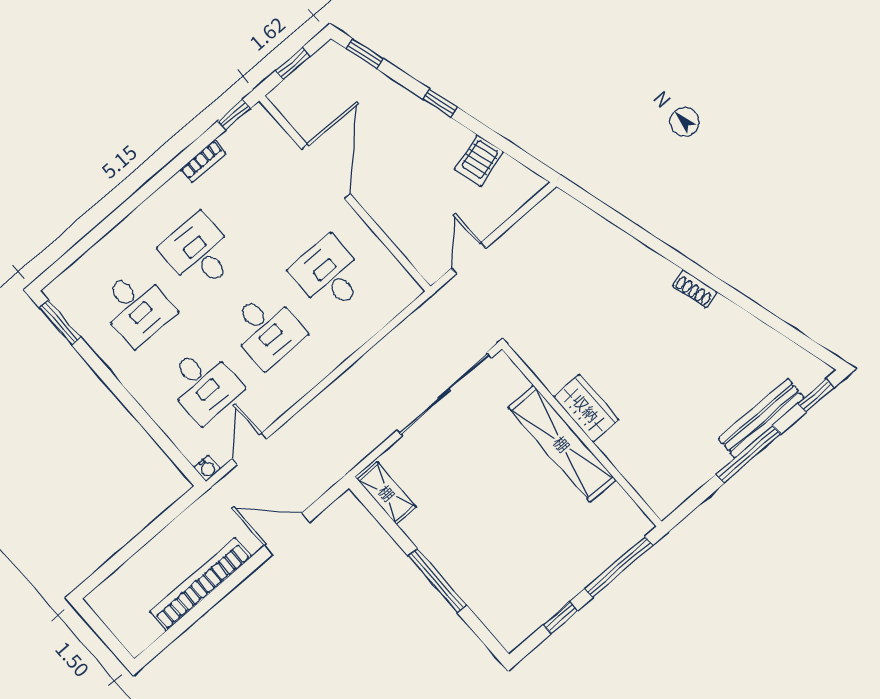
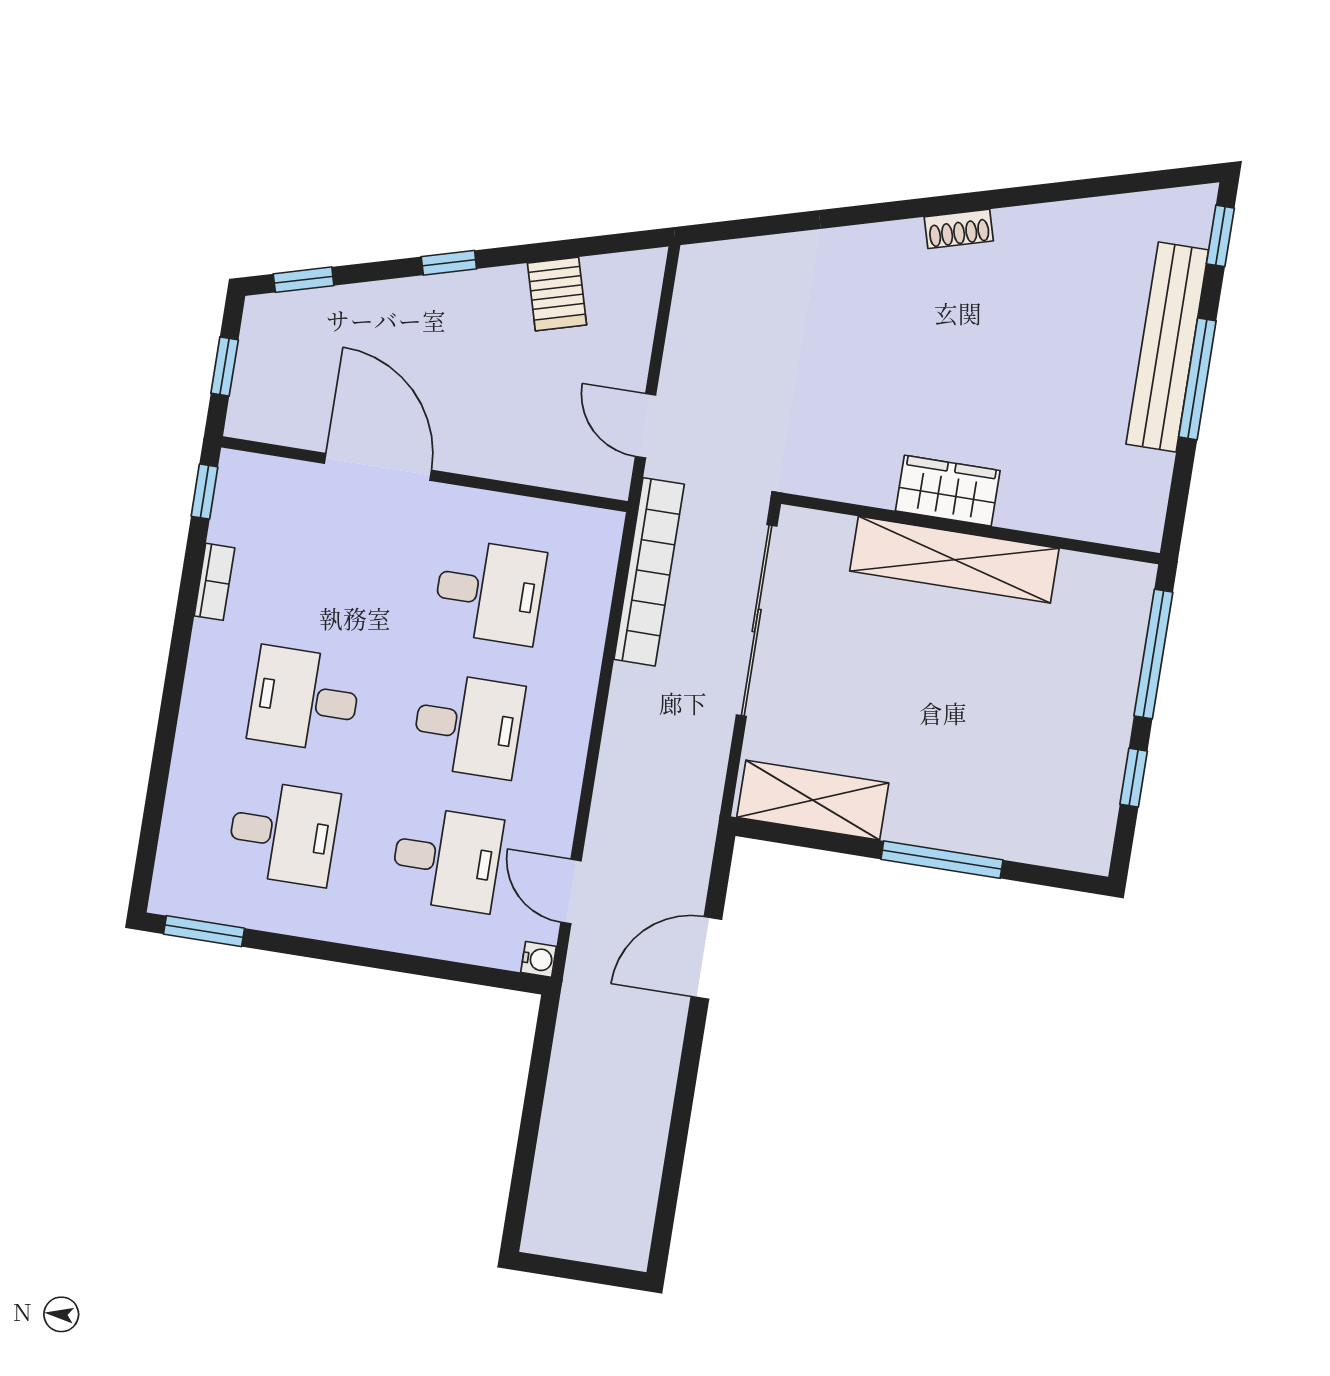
desk: (329, 275) -> (489, 592), turned 180
bench: (761, 418) -> (1167, 347), width x1.37, depth x1.21
shelving: (387, 493) -> (813, 800), width x1.50, depth x1.33
bookcase: (201, 584) -> (649, 572), moved, turned 180

